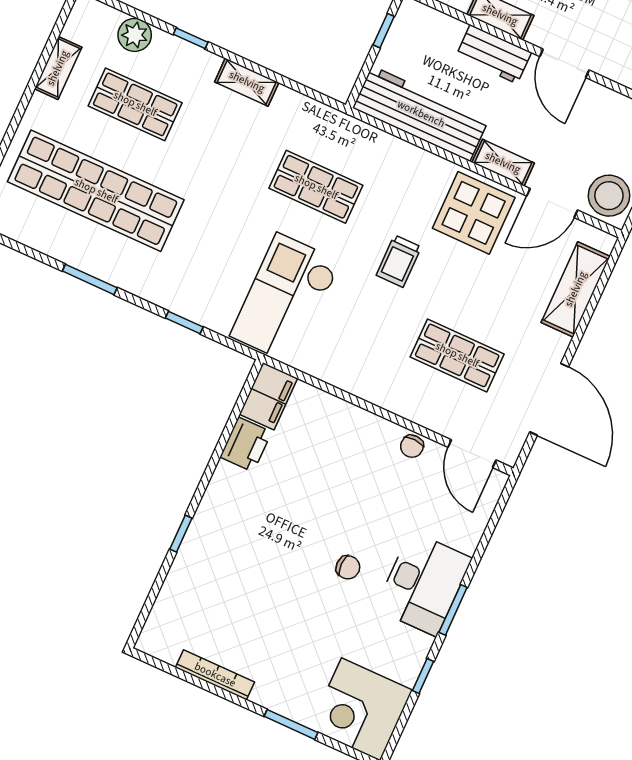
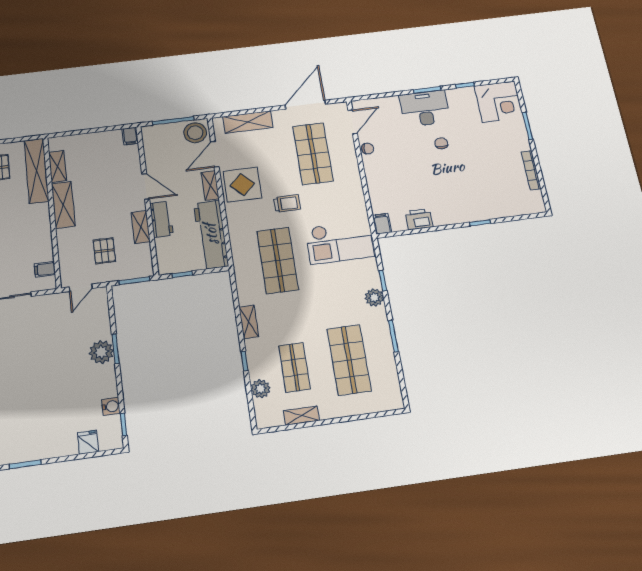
door: (564, 63) -> (146, 186), hinge flipped
shop shelf: (316, 187) -> (278, 260), width x1.43, depth x1.36
shop shelf: (96, 191) -> (349, 360), width x0.71
door: (552, 203) -> (215, 154), swing flipped
plant: (166, 292) -> (374, 297), added
shop shelf: (457, 355) -> (313, 154), width x1.43, depth x1.36
filing cabinet: (268, 396) -> (382, 224), width x0.50

